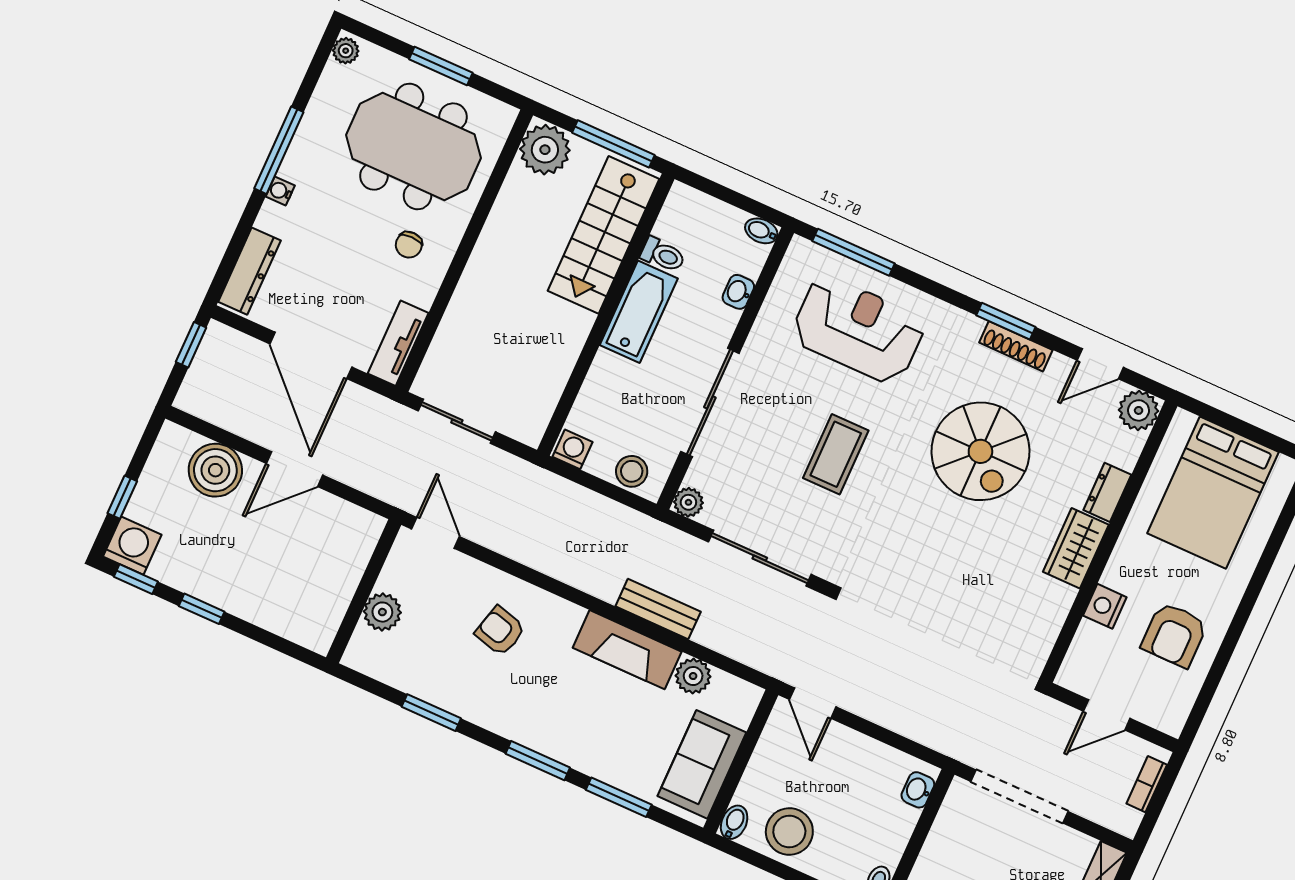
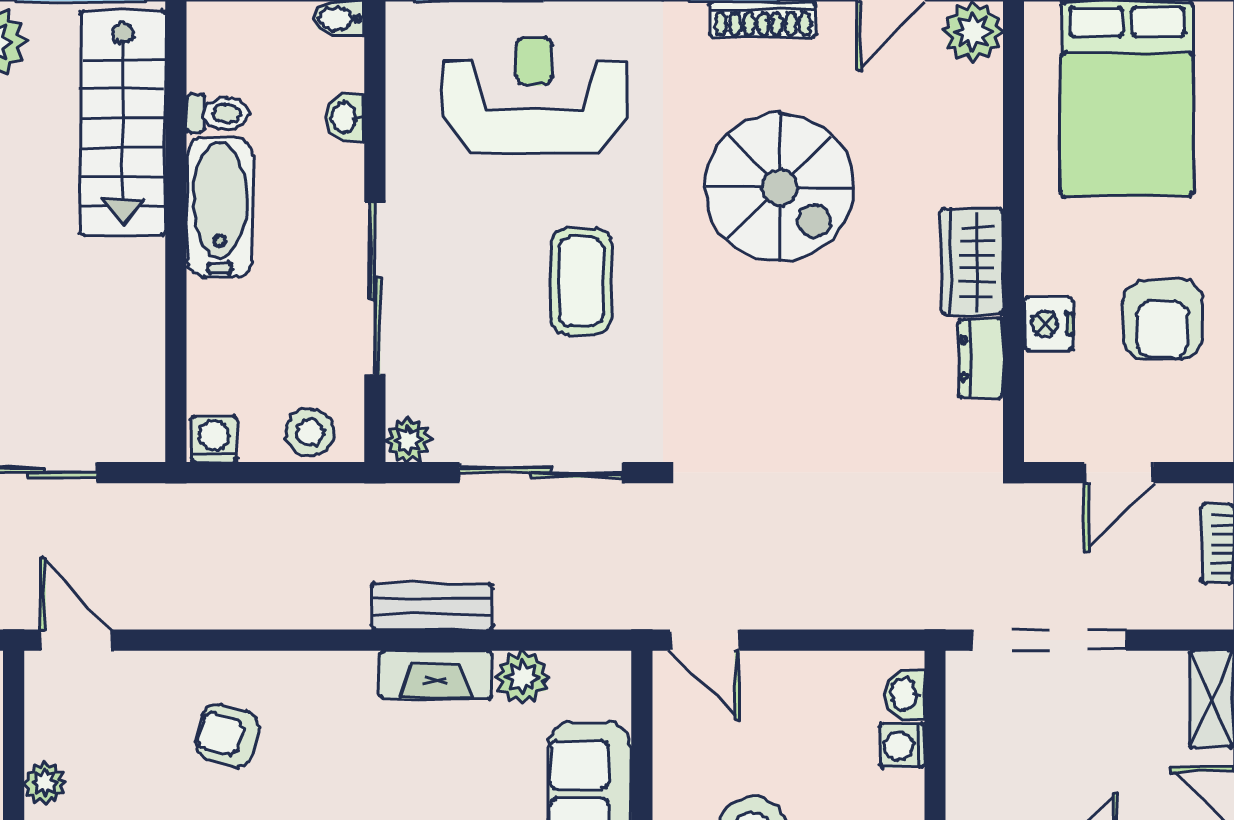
dresser: (1107, 492) -> (981, 358), moved
plant: (382, 612) -> (45, 783), width x0.73, depth x0.73
fireplace: (627, 650) -> (435, 675), width x0.73, depth x0.76
washing machine: (903, 820) -> (902, 746), added

